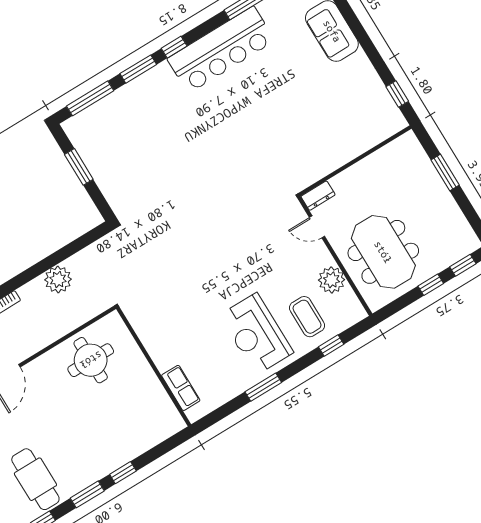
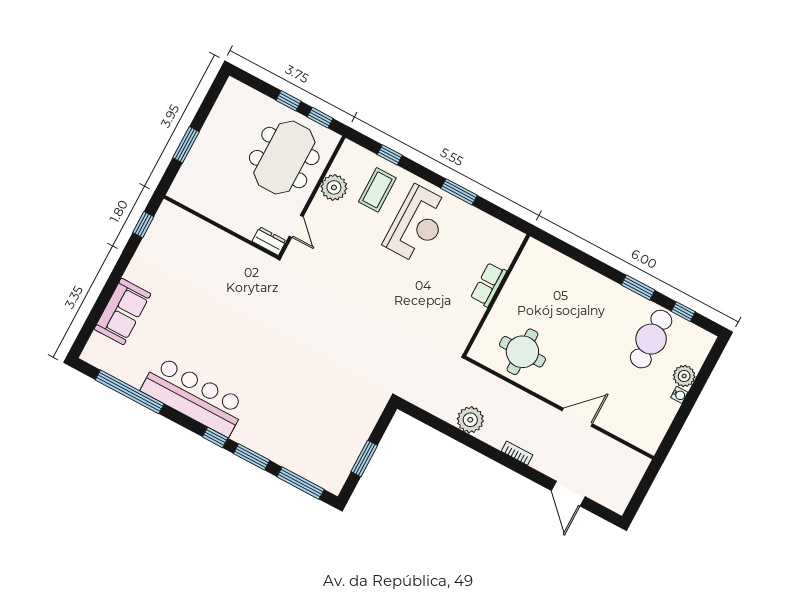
window: (463, 265) -> (320, 118), moved
row of seats: (181, 388) -> (489, 285), moved
window: (123, 473) -> (602, 268), removed

